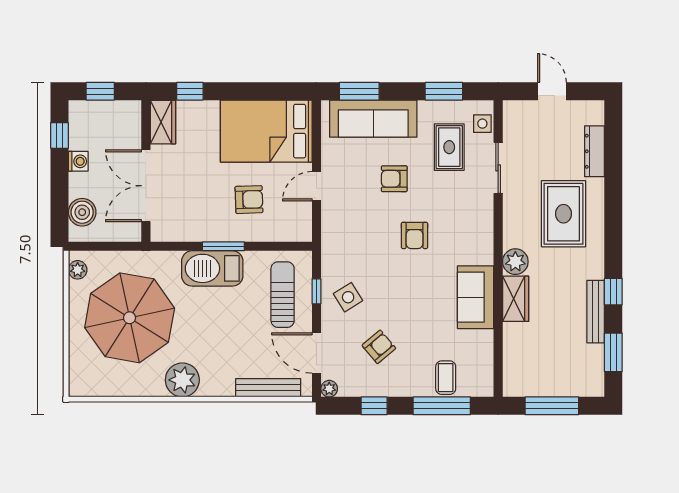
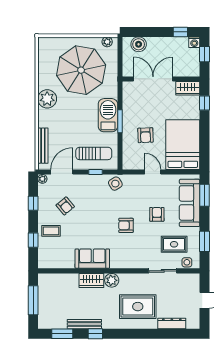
washing machine: (78, 161) -> (194, 42), moved
side table: (348, 297) -> (115, 184), moved
coffee table: (446, 378) -> (51, 231), moved
window: (442, 406) -> (33, 240), width x0.46

